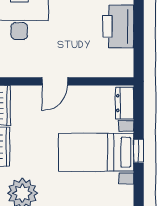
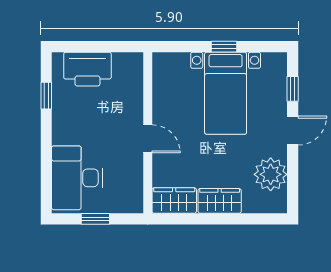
dresser: (125, 103) -> (172, 62), removed

